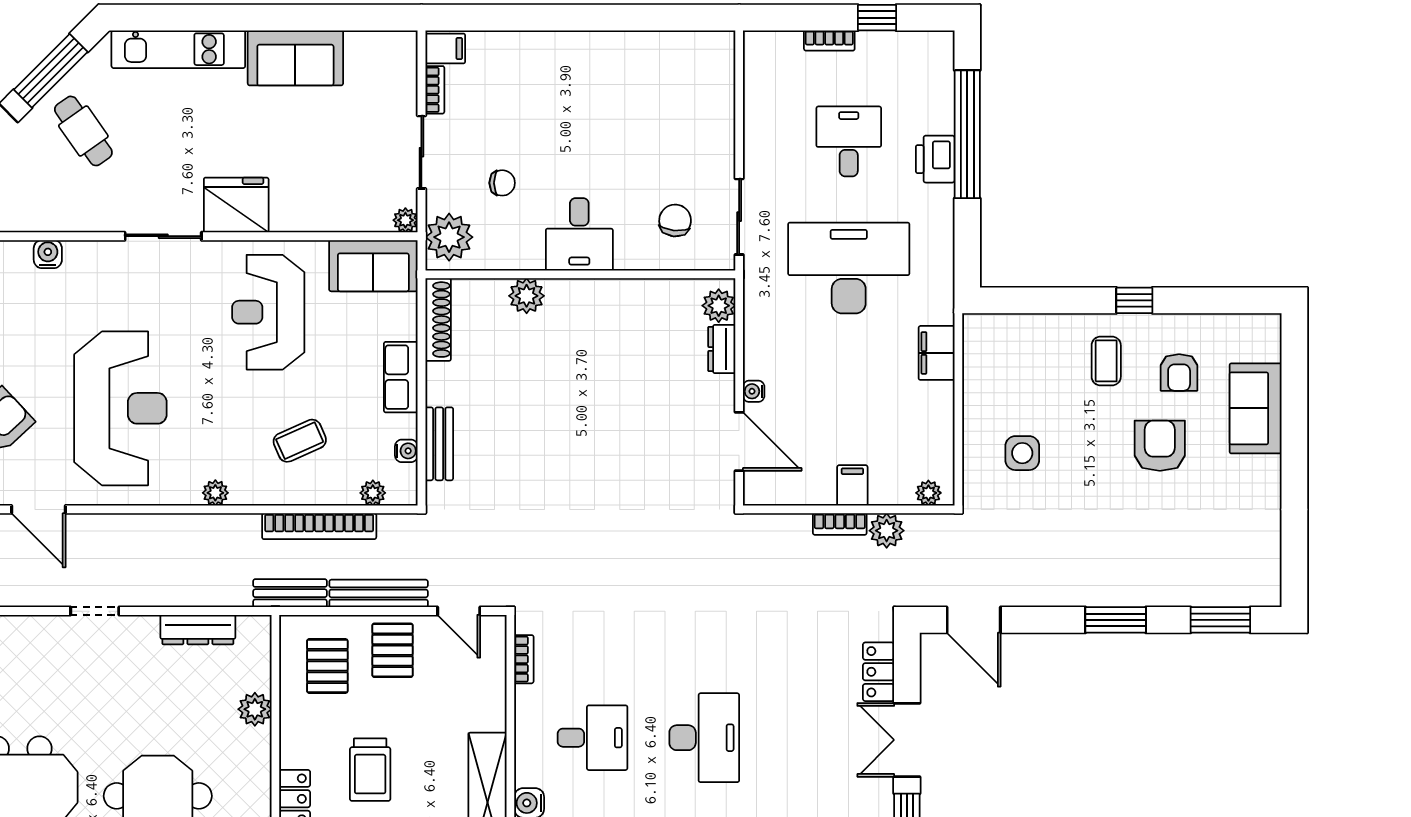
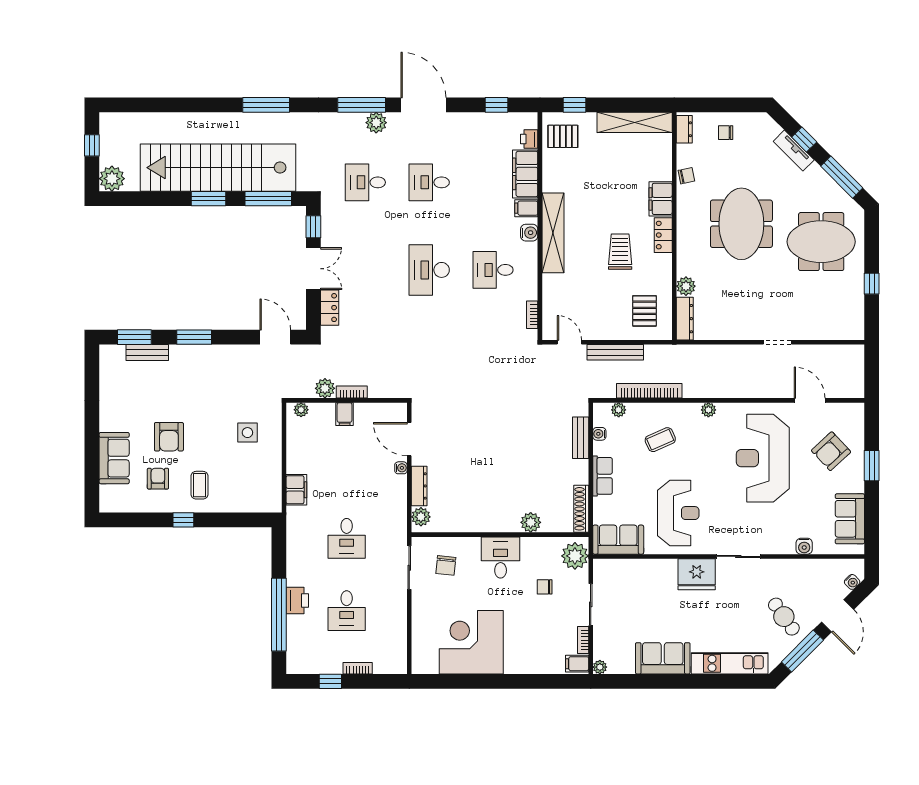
corner desk: (631, 86) -> (471, 642), added
plant: (405, 220) -> (600, 667), moved
desk: (849, 268) -> (347, 538), width x0.53, depth x0.77
dresser: (722, 349) -> (419, 486), width x1.44
bench: (290, 593) -> (147, 352), moved
dresser: (198, 630) -> (685, 319), moved, turned 90
pallet: (393, 650) -> (607, 320), removed

